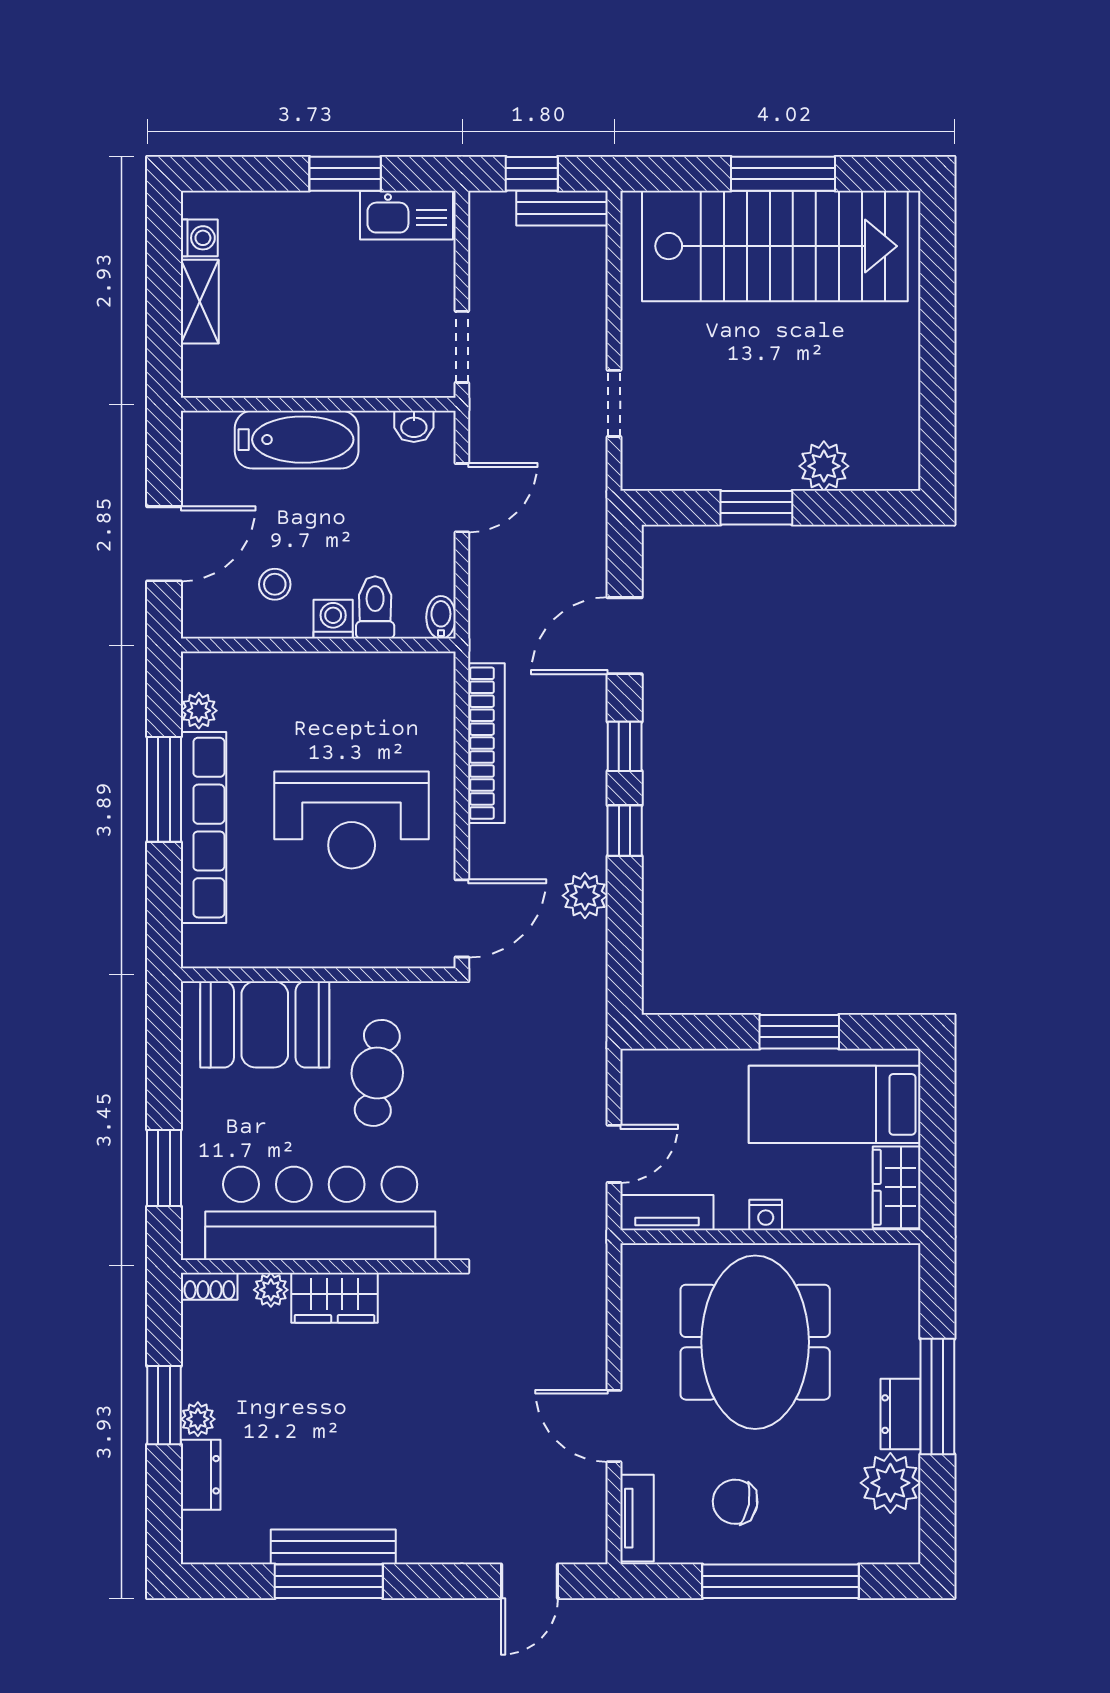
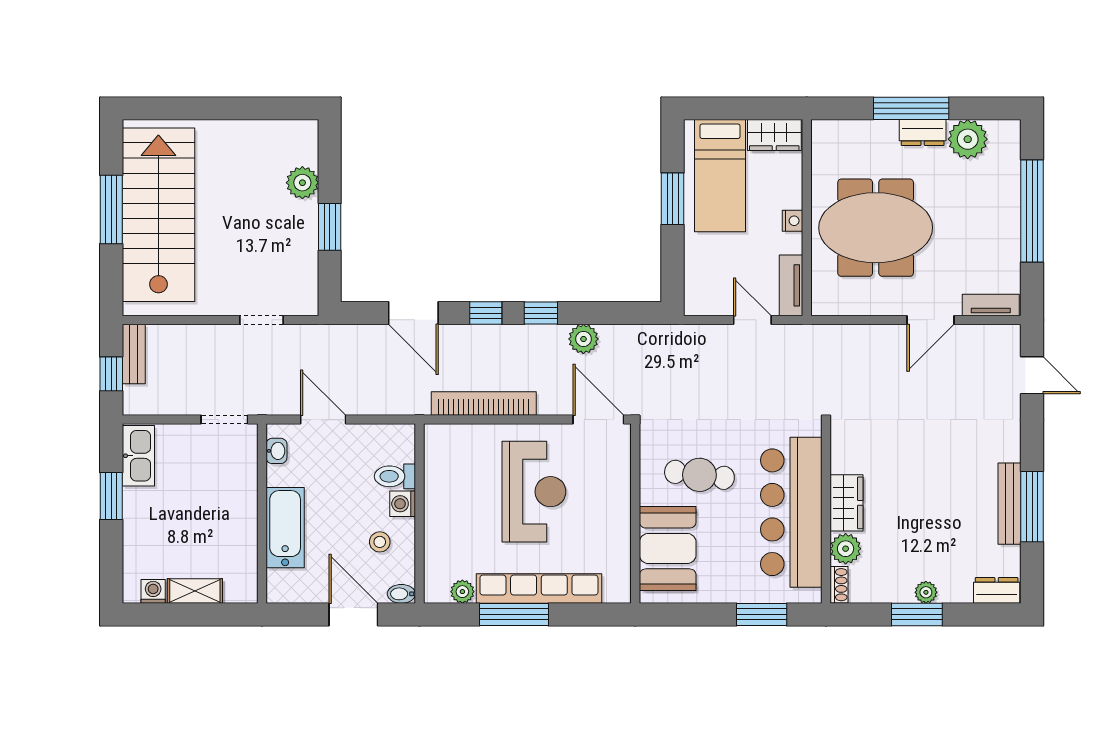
bidet: (441, 617) -> (401, 594), moved
plant: (271, 1290) -> (846, 549), width x1.38, depth x1.38
dresser: (201, 1475) -> (997, 590), moved
chair: (735, 1502) -> (980, 241), removed

